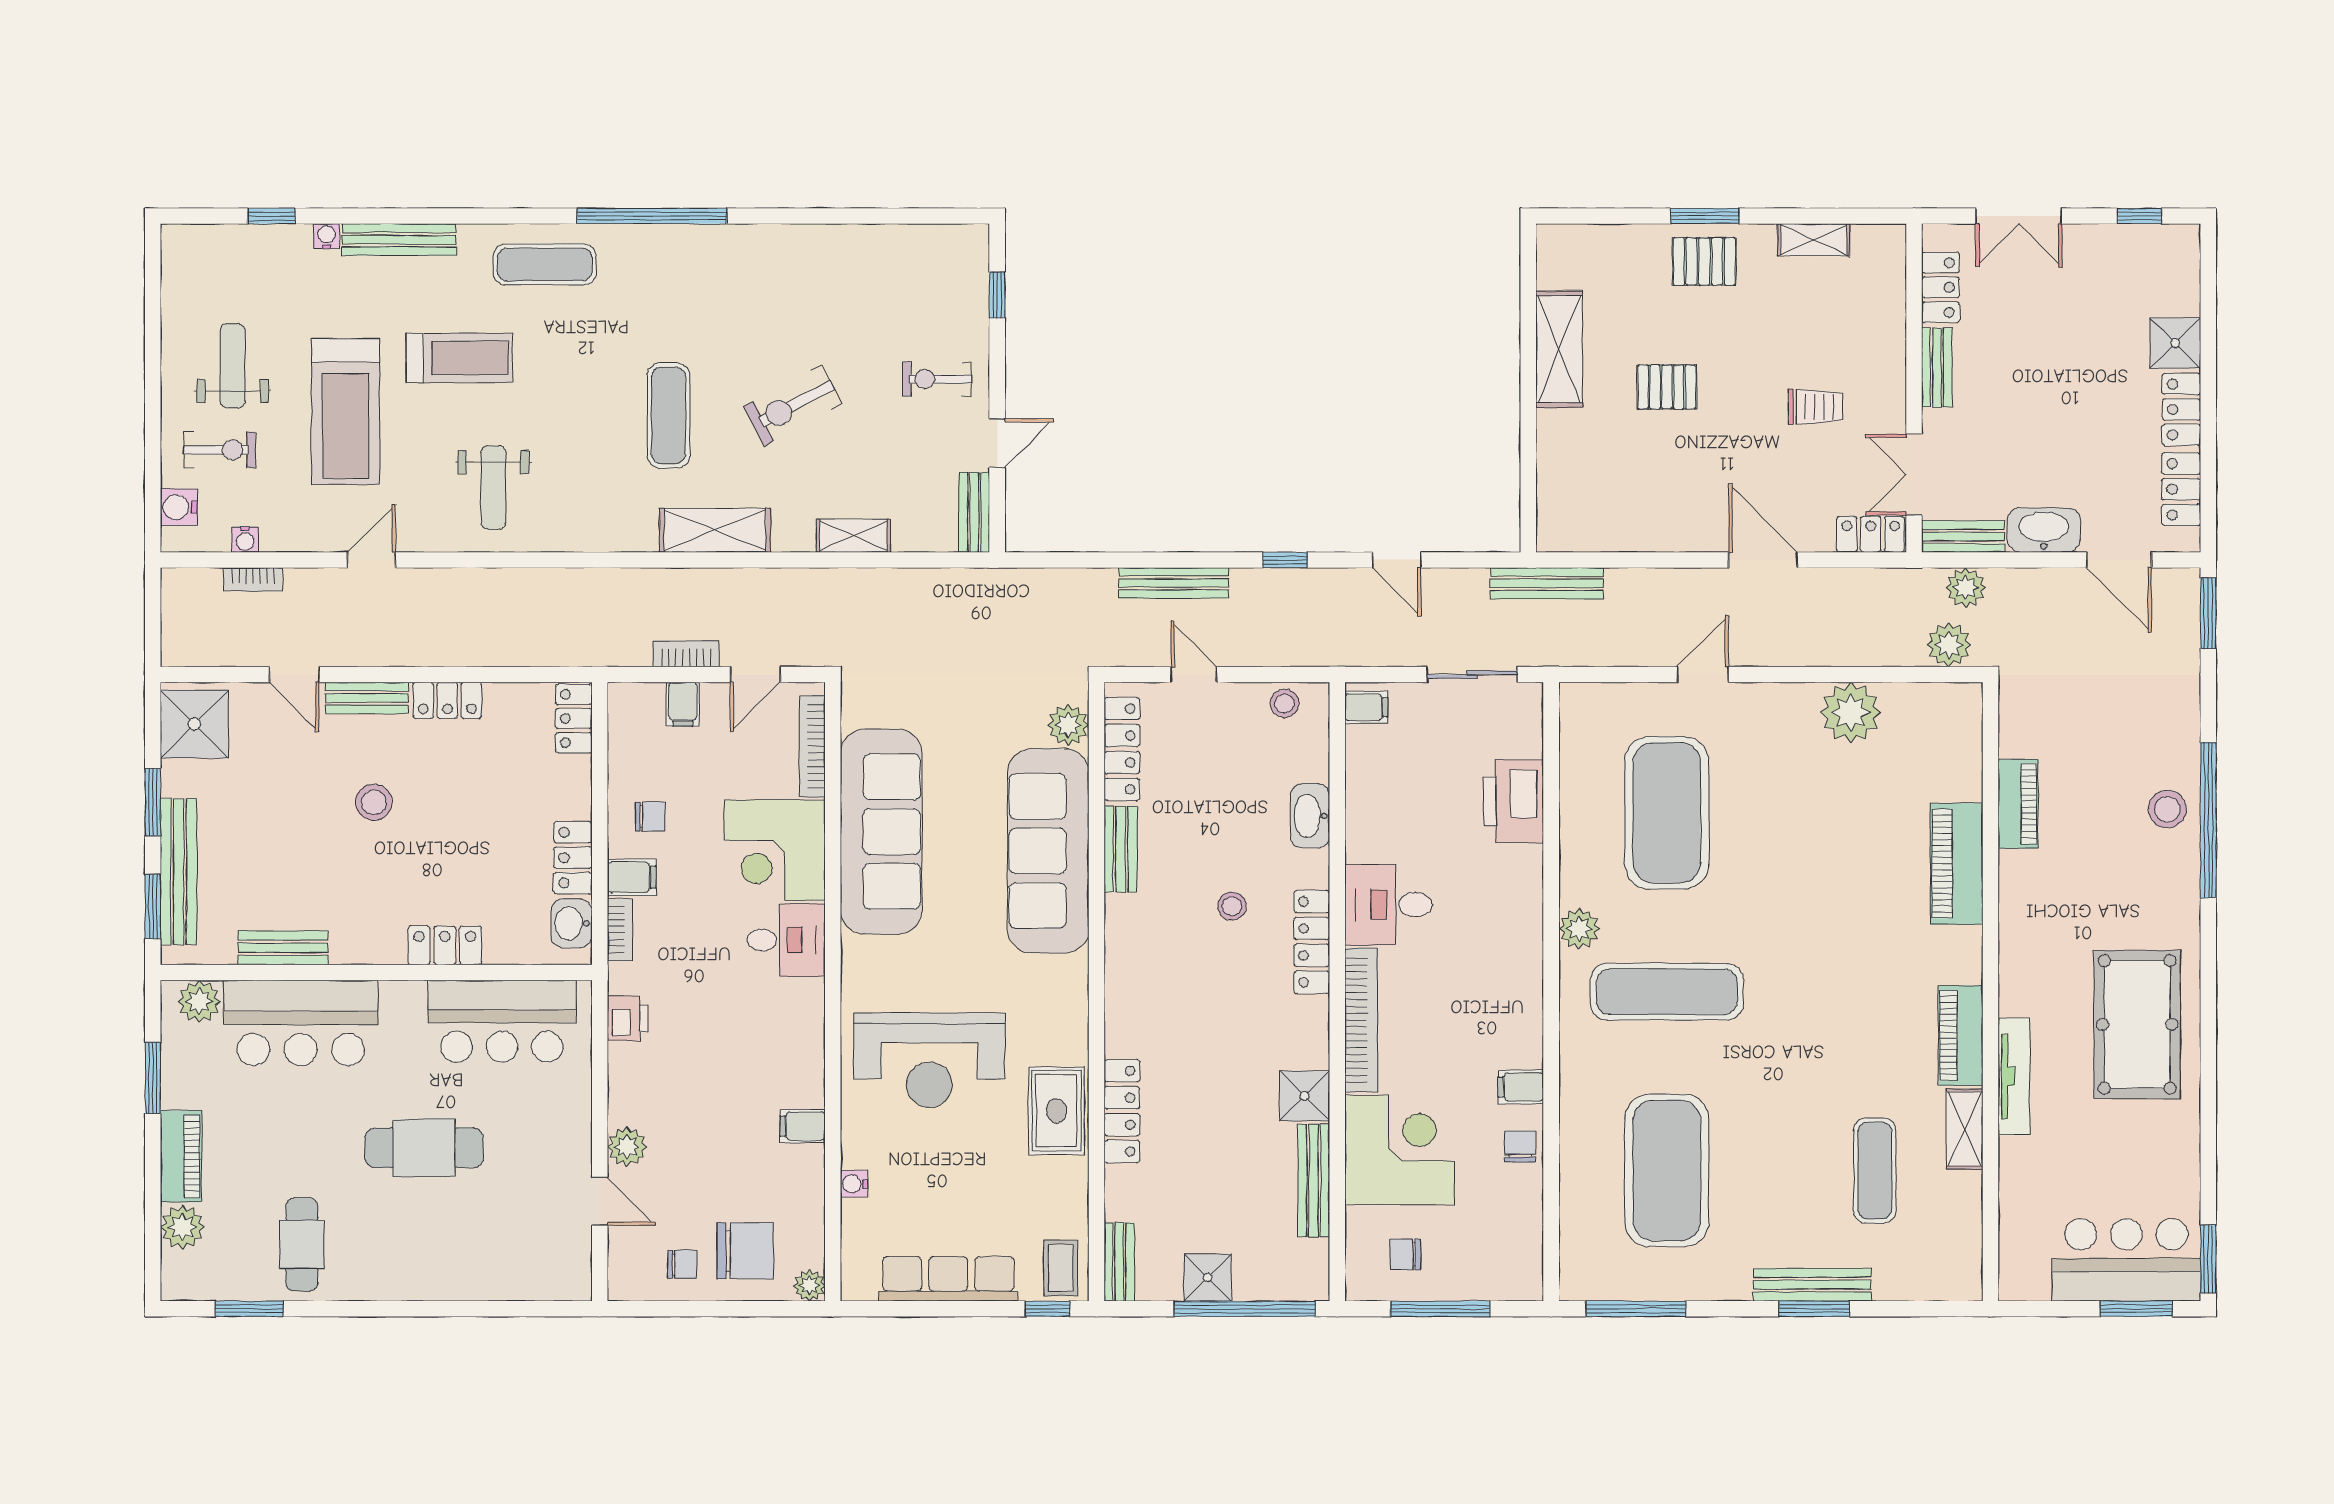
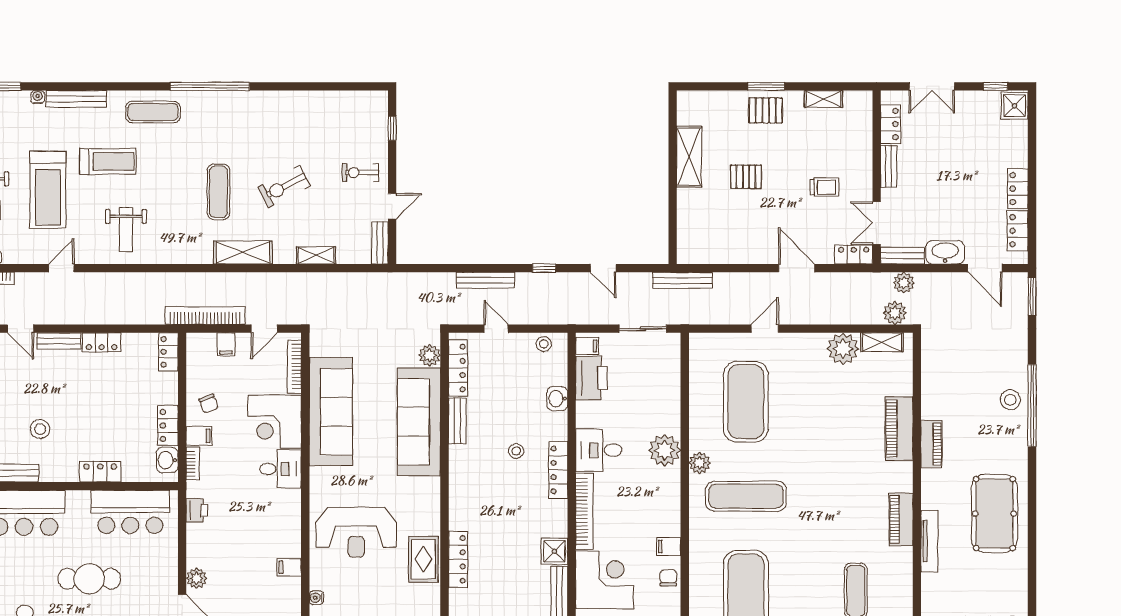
shower: (2175, 343) -> (1015, 106), moved
bookcase: (686, 654) -> (205, 316), width x2.31, depth x1.31
printer: (1514, 801) -> (591, 378), moved, turned 180
stool: (374, 802) -> (40, 429), moved
piano: (2018, 804) -> (931, 444), moved
chair: (650, 816) -> (209, 404), turned 70
washbasin: (1310, 816) -> (557, 399), width x0.72
plant: (1513, 905) -> (665, 450), added
shelving: (1965, 1129) -> (882, 342), moved, turned 90

